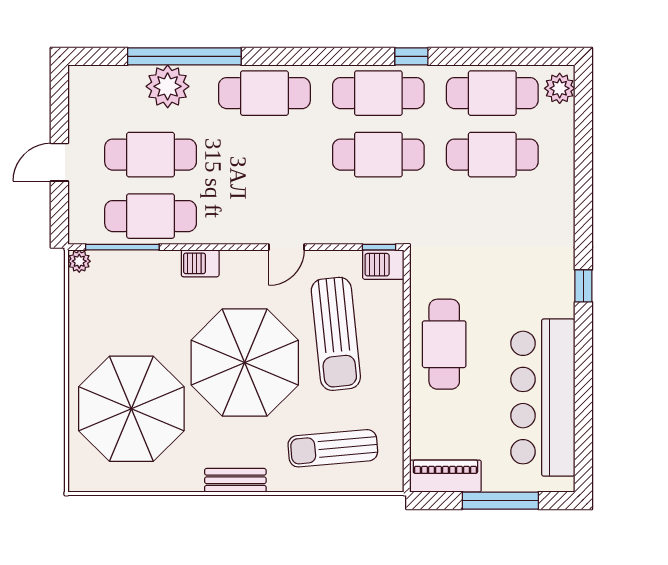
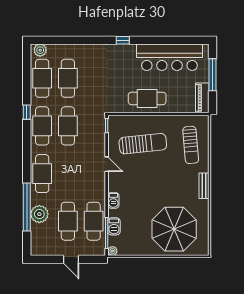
barbecue: (383, 265) -> (114, 226), moved
parasol: (245, 363) -> (155, 182), removed

